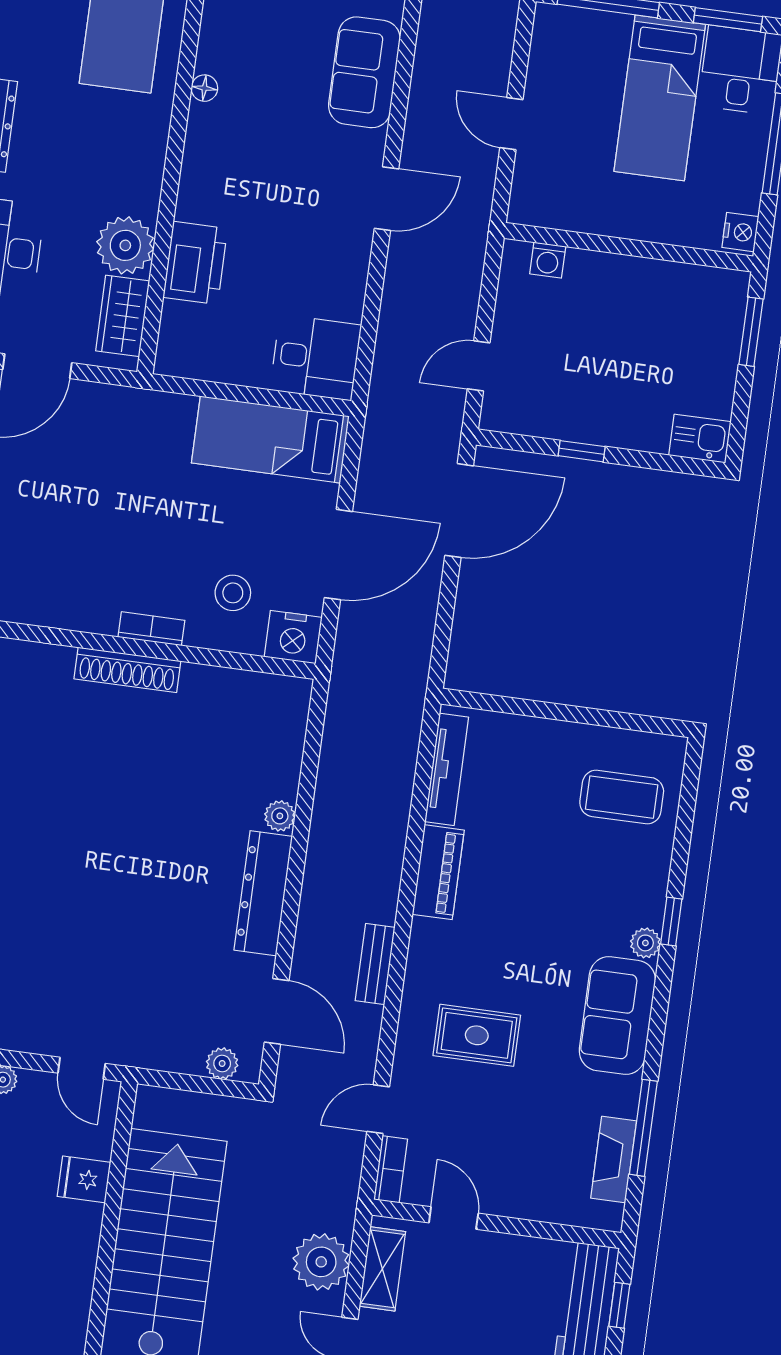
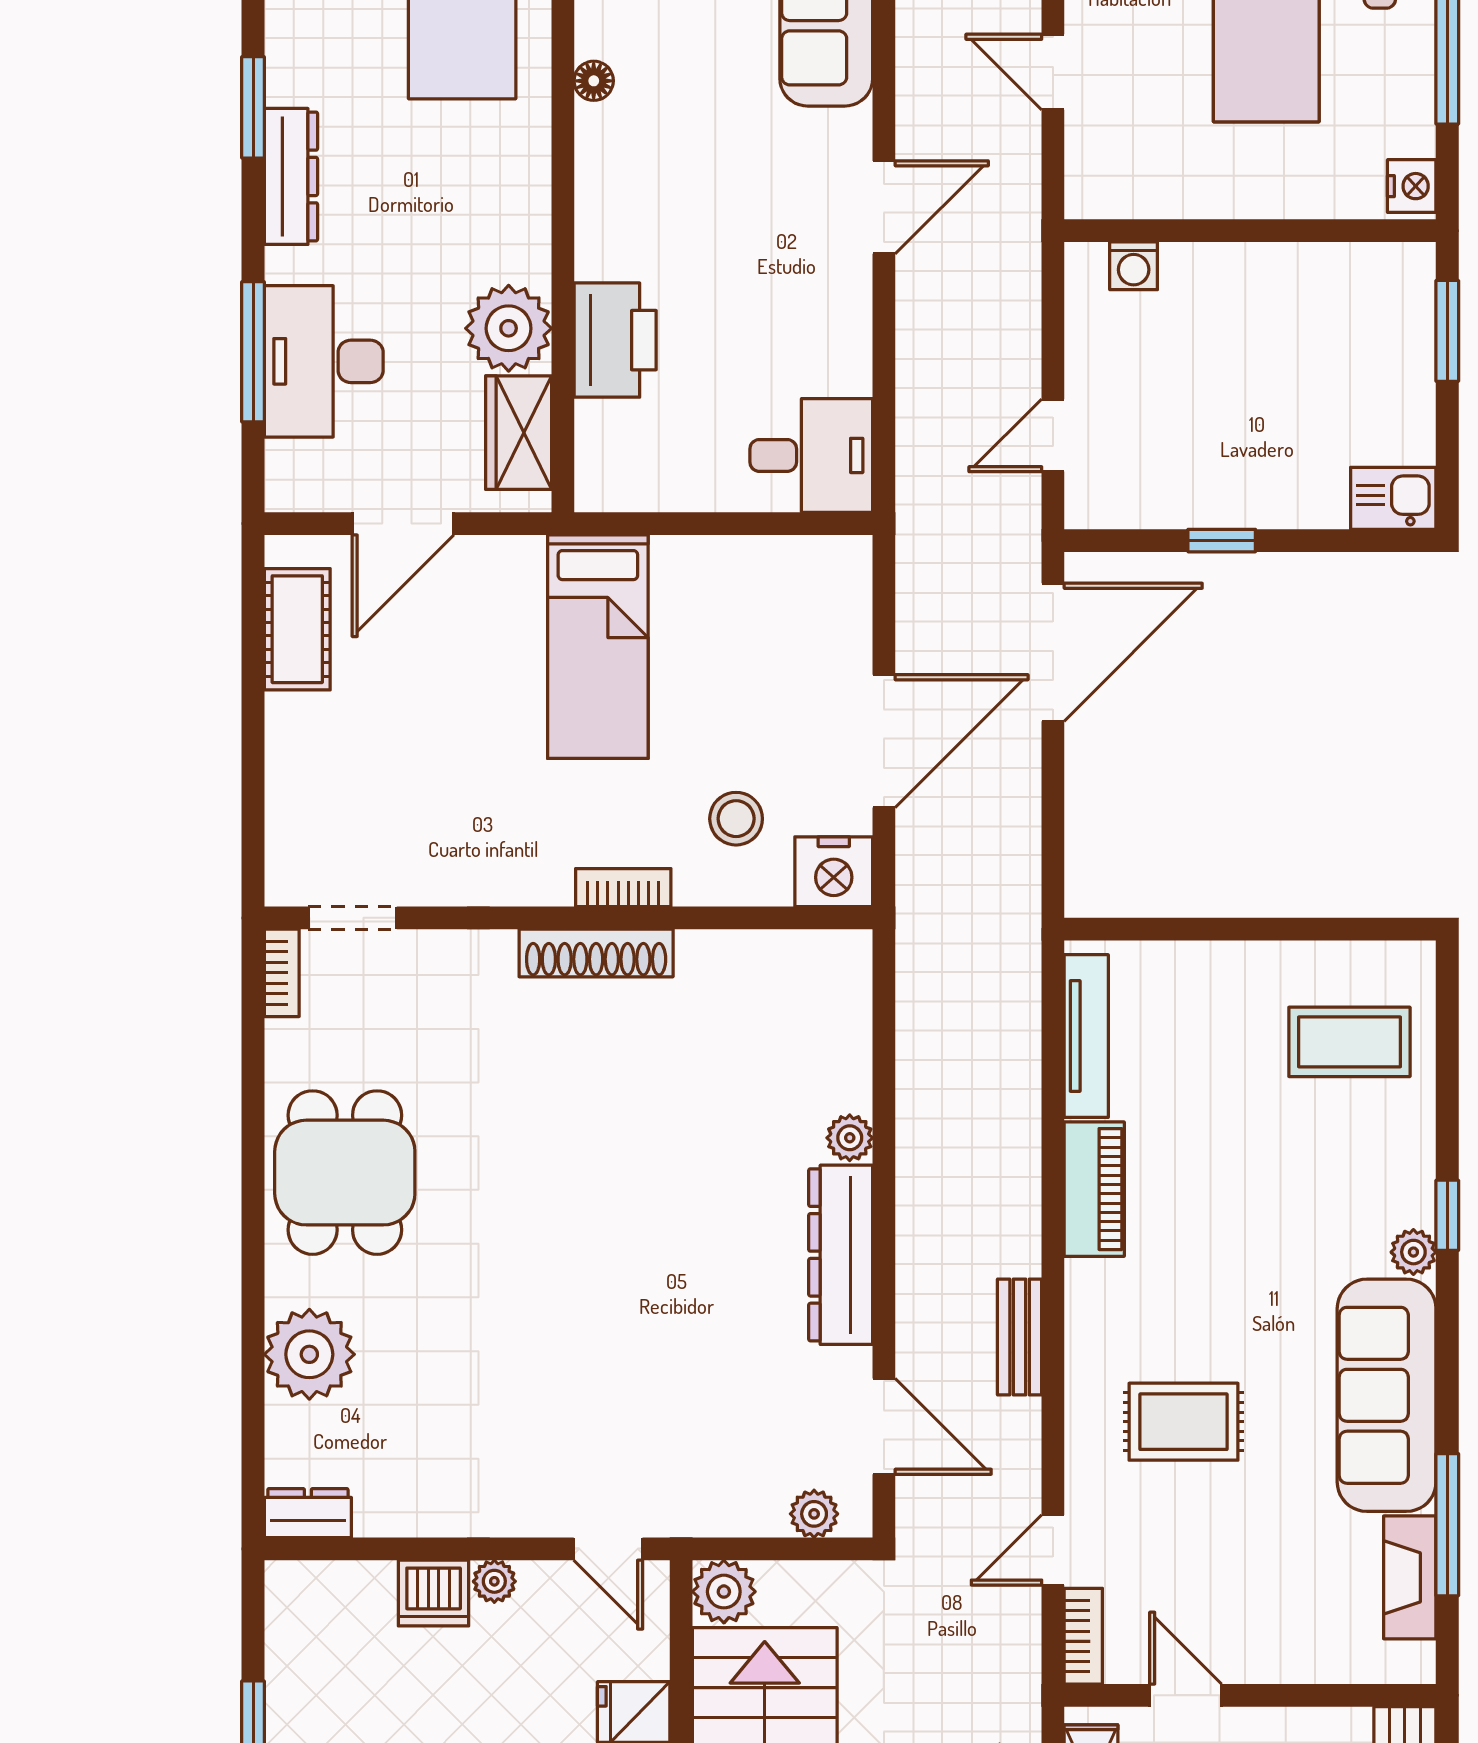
bed: (270, 439) -> (598, 647), moved, turned -90
sofa: (617, 1016) -> (1387, 1395), width x1.36
plant: (155, 1107) -> (724, 1592), added

